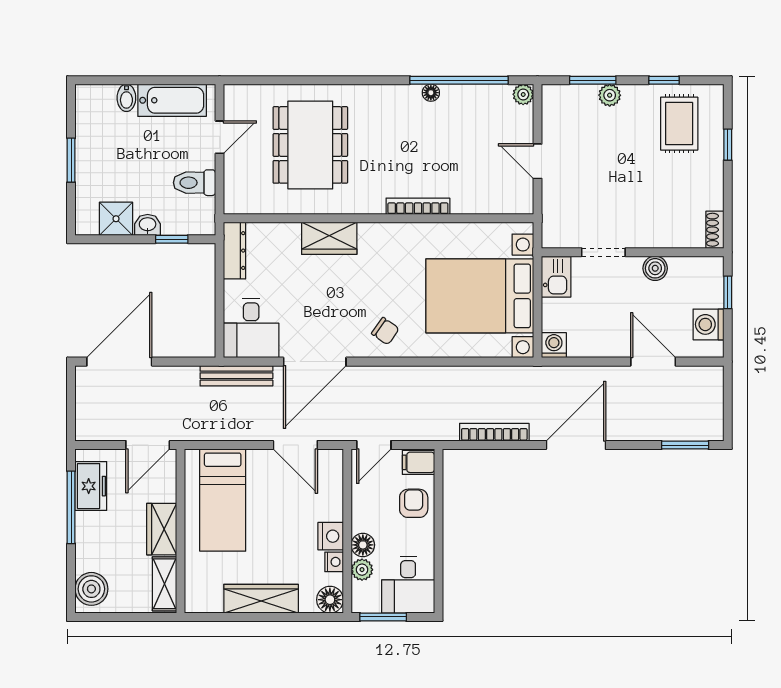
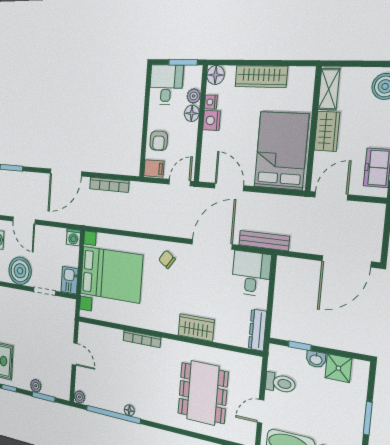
boiler: (655, 268) -> (20, 271), width x1.86, depth x1.86
bed: (223, 500) -> (281, 151), width x1.50

